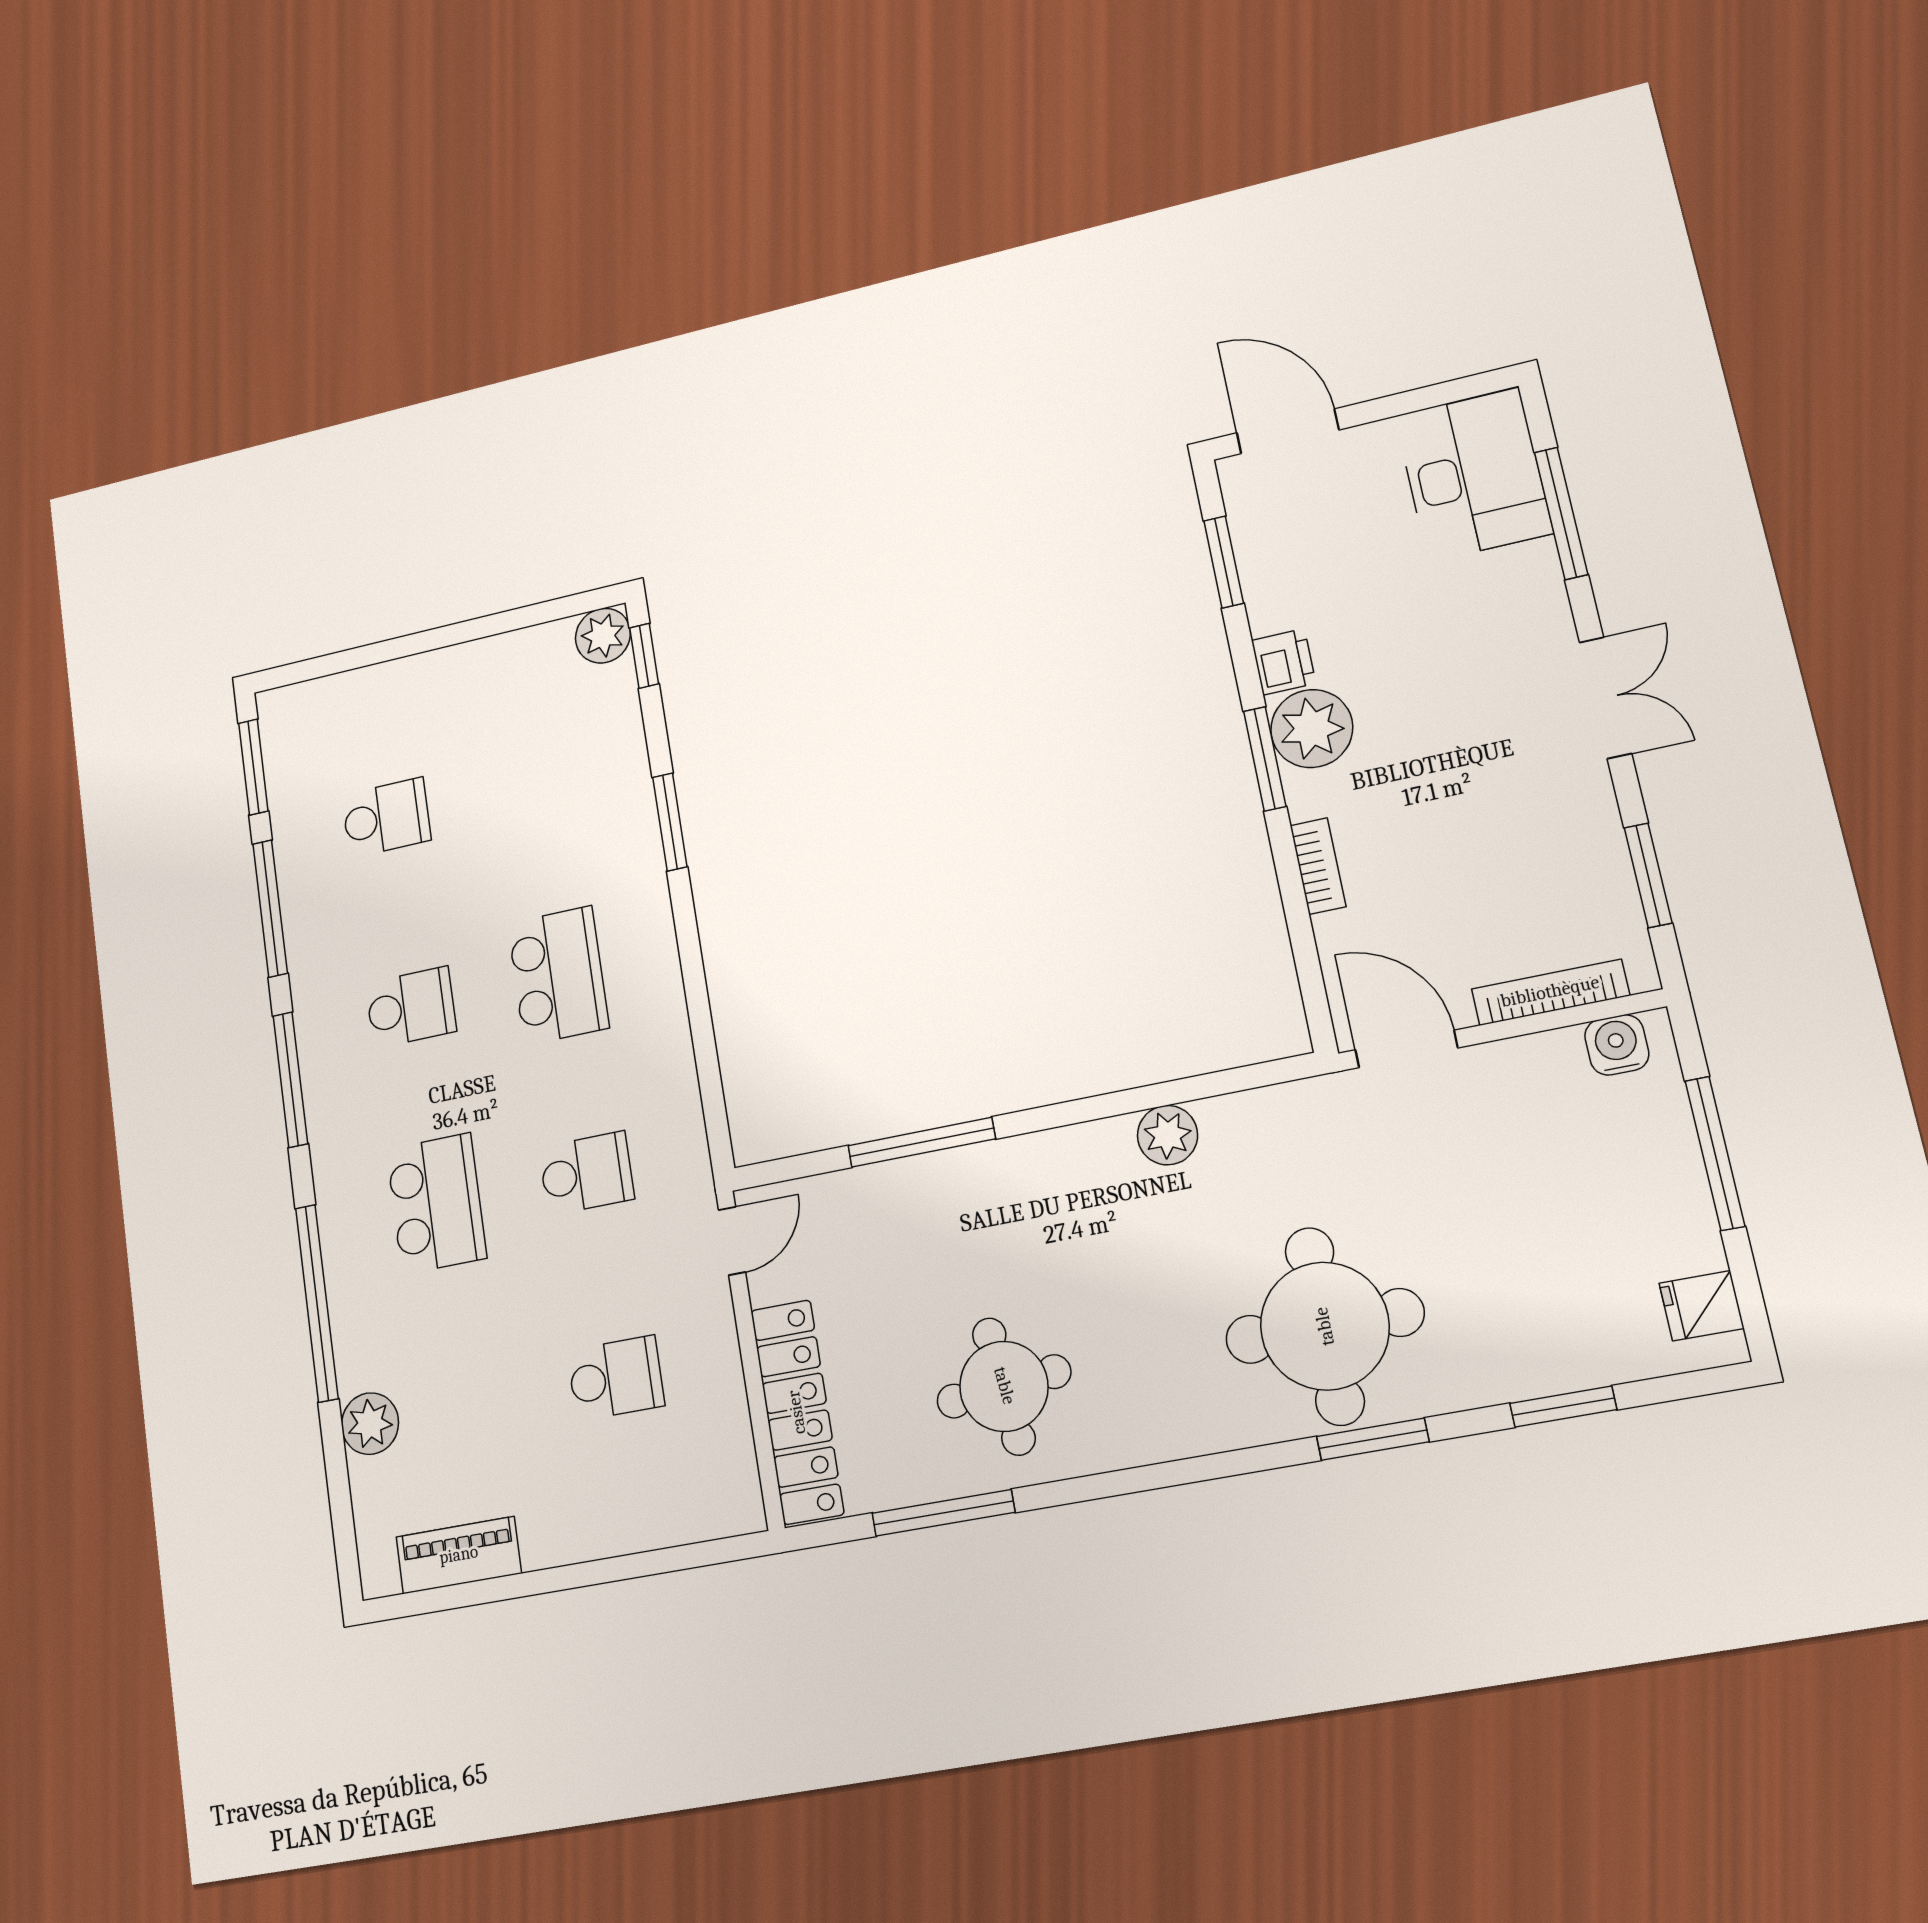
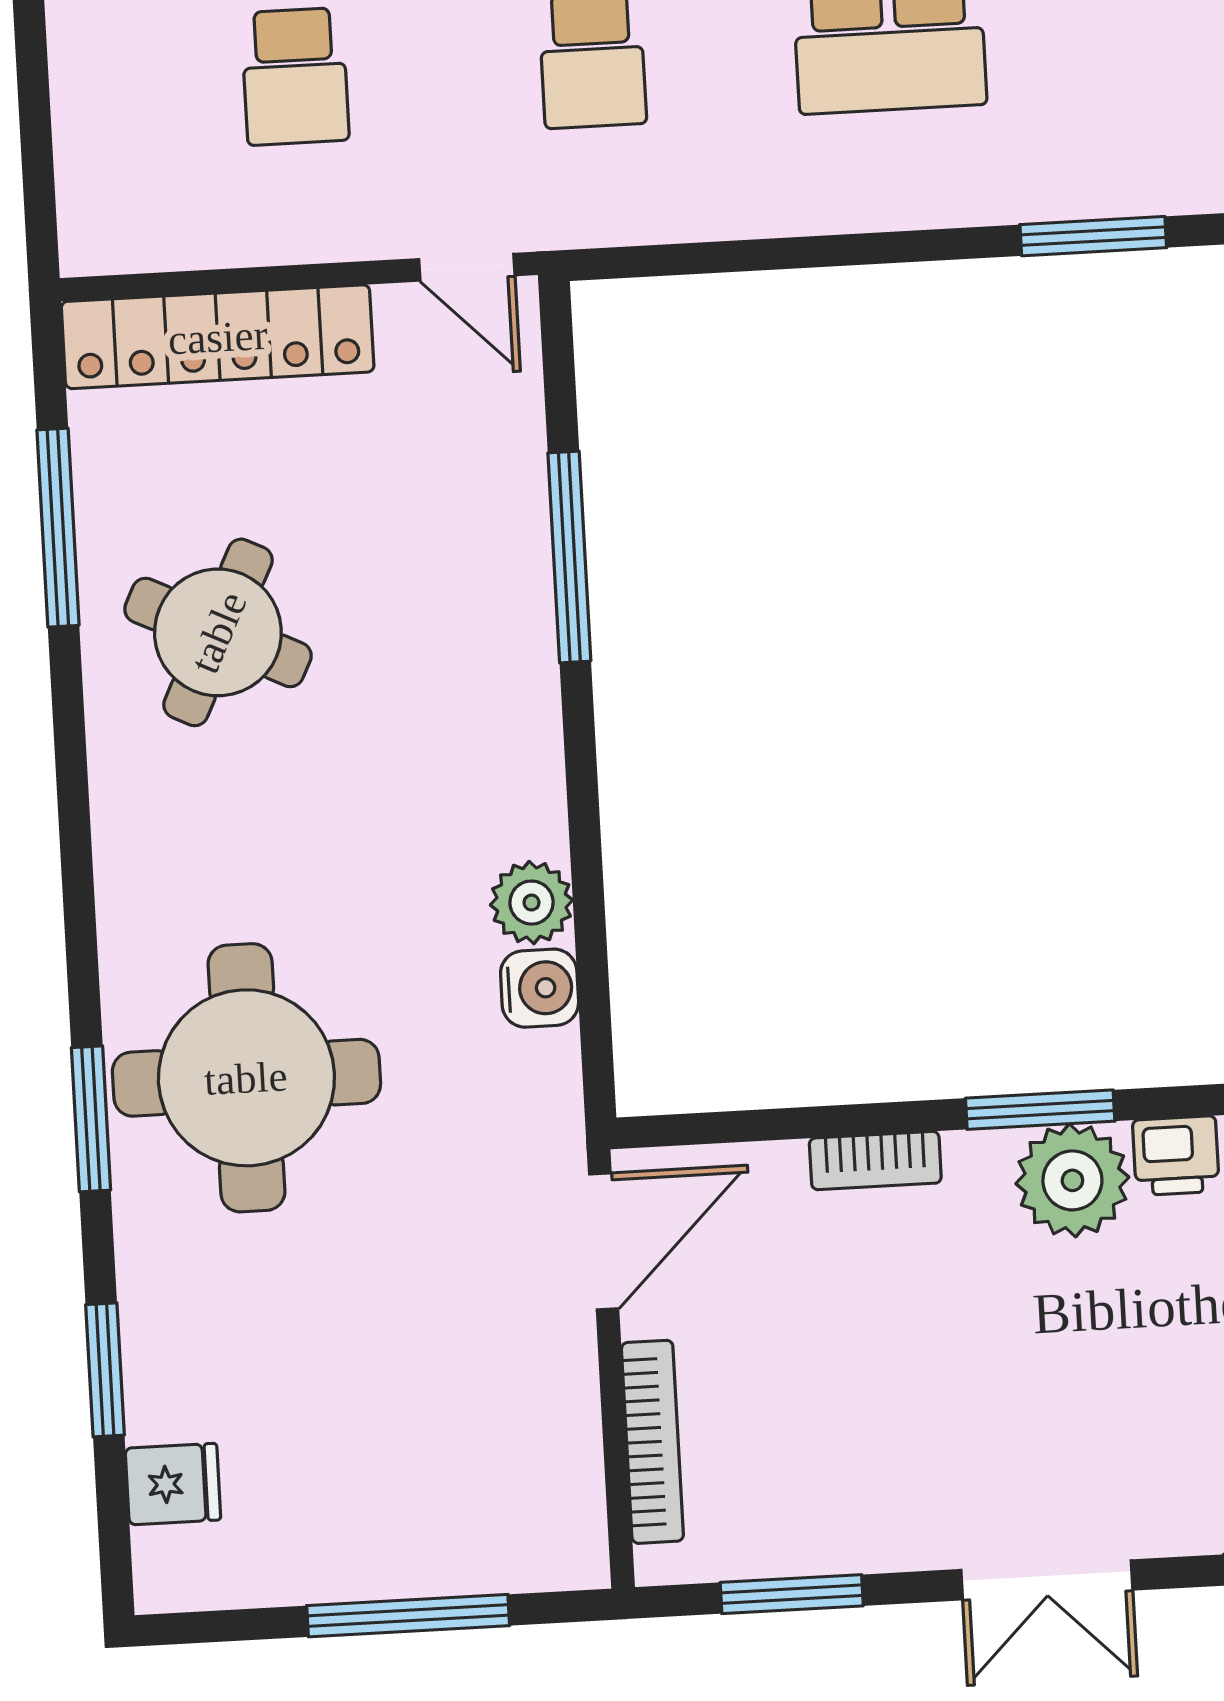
water cooler: (1617, 1045) -> (540, 988), moved
fridge: (1702, 1306) -> (173, 1484), moved, turned 90
round table: (1004, 1386) -> (218, 632), turned 32

